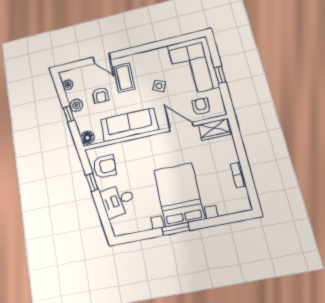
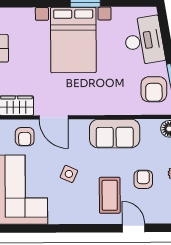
sofa: (129, 125) -> (115, 134), width x0.73
armchair: (105, 166) -> (154, 89), turned -90
desk: (118, 200) -> (144, 41), width x1.37

